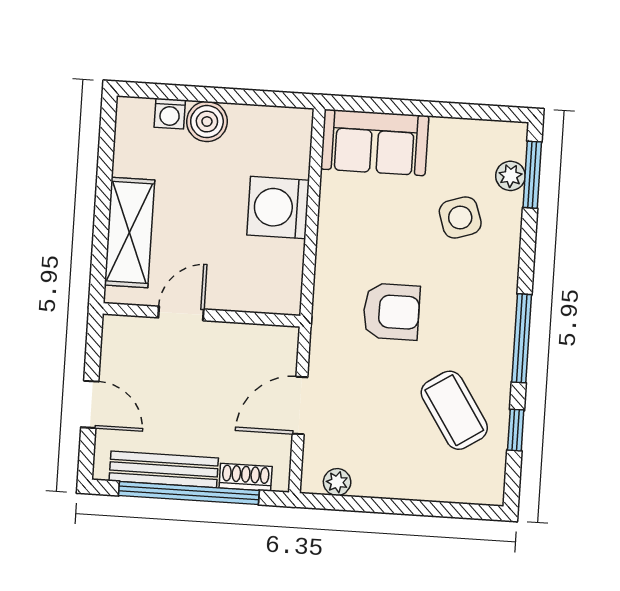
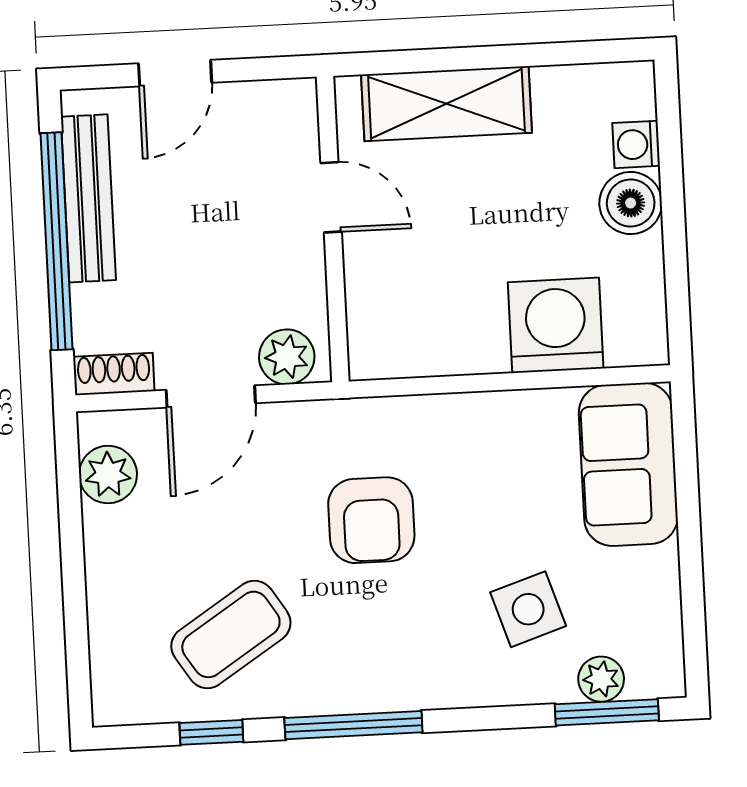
washing machine: (278, 208) -> (556, 325), moved
plant: (280, 354) -> (287, 357), added
door: (300, 406) -> (211, 396), swing flipped
shoe rack: (246, 477) -> (114, 374), moved, turned -90
plant: (337, 482) -> (108, 475), width x1.38, depth x1.38

